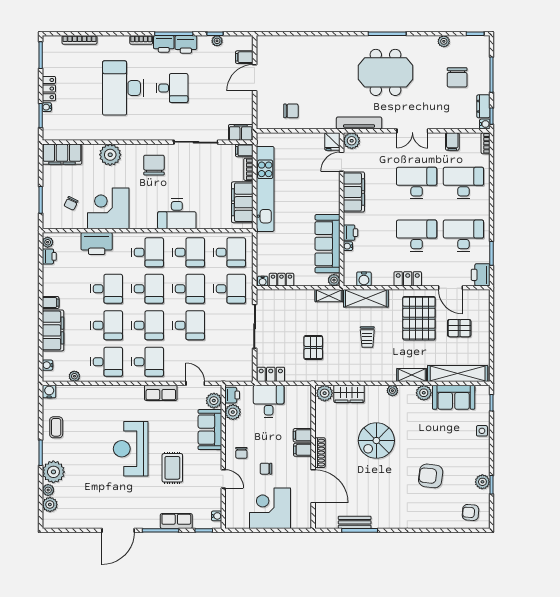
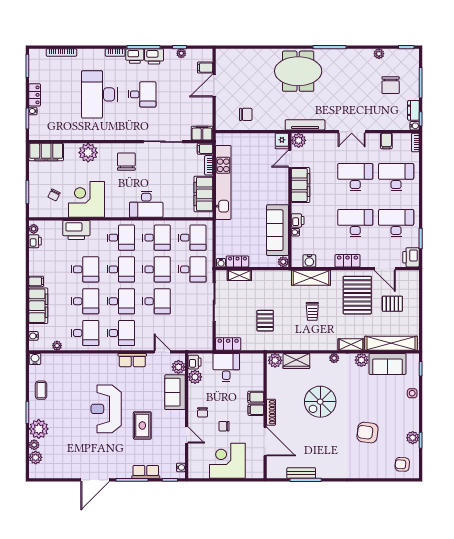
meeting table: (386, 72) -> (298, 71), moved
shelving: (329, 296) -> (239, 275), moved

